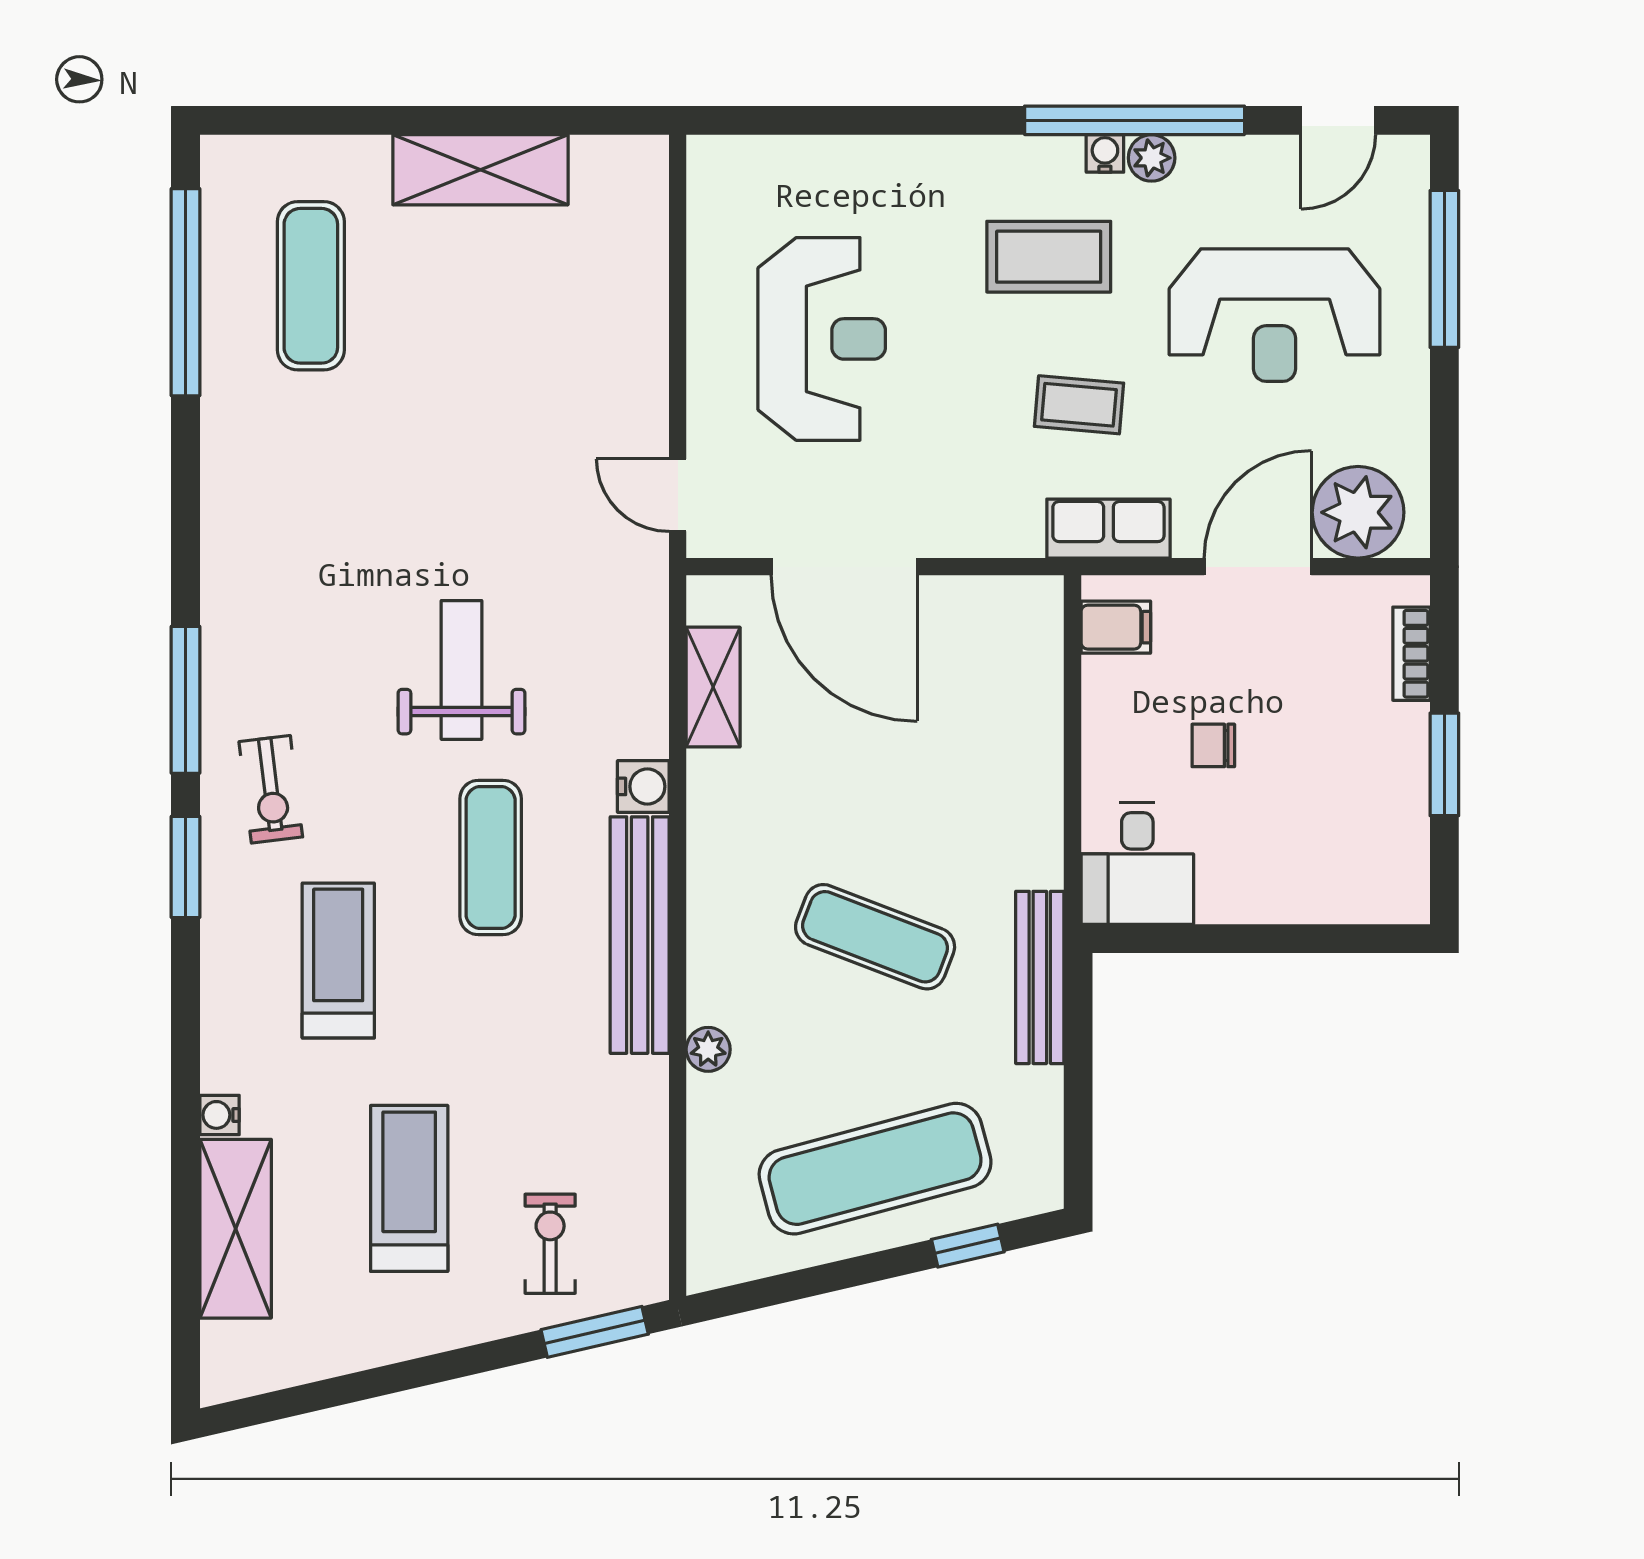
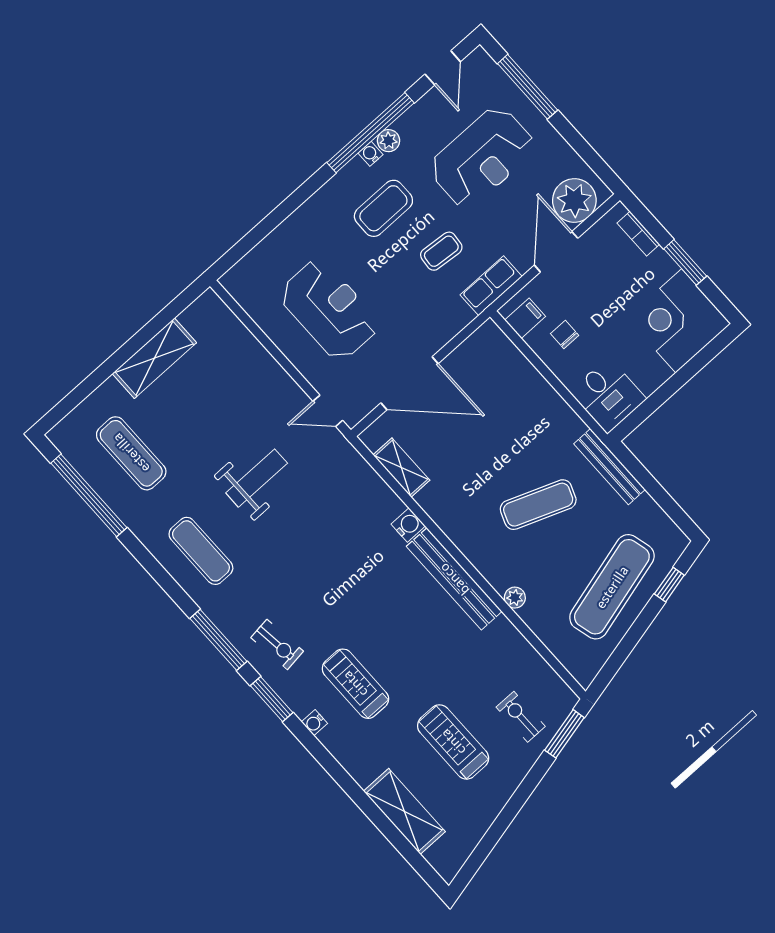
weight bench: (461, 670) -> (257, 478), moved, turned 90
chair: (1213, 745) -> (565, 335), moved, turned 90
corner desk: (1352, 847) -> (679, 321), added
exercise mat: (491, 857) -> (201, 551), moved
water cooler: (220, 1115) -> (314, 723), moved

